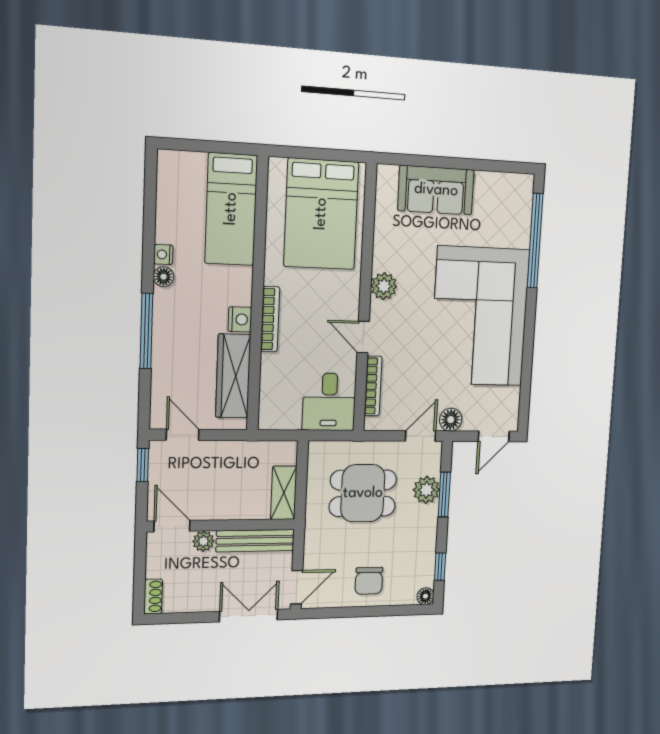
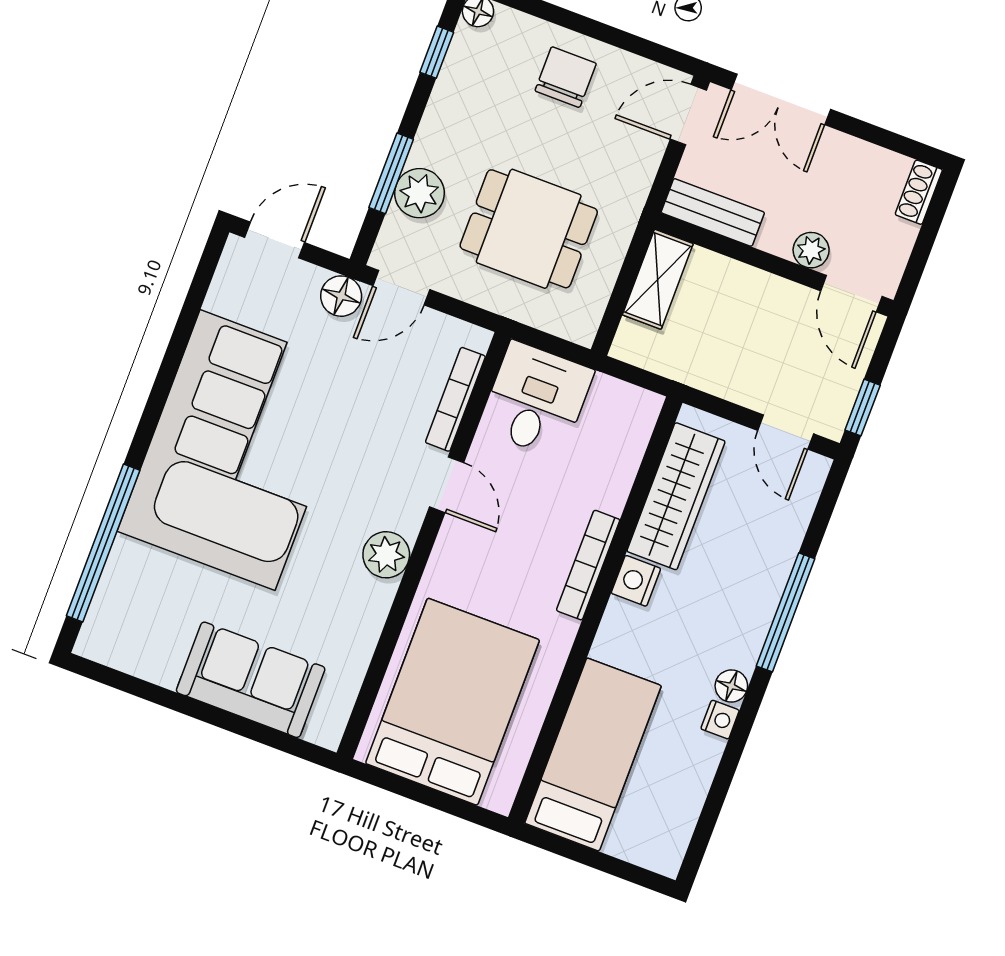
bench: (255, 541) -> (713, 212), width x0.73

